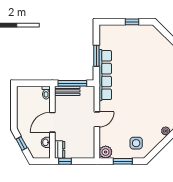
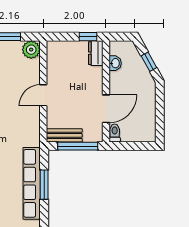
row of seats: (105, 75) -> (32, 183), moved
bench: (67, 91) -> (64, 135), moved
door: (52, 122) -> (106, 109), moved

